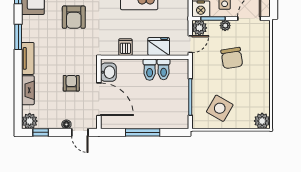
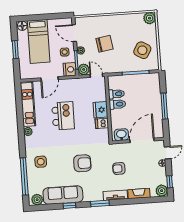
fridge: (159, 46) -> (100, 110), moved
armchair: (71, 83) -> (119, 169), moved

